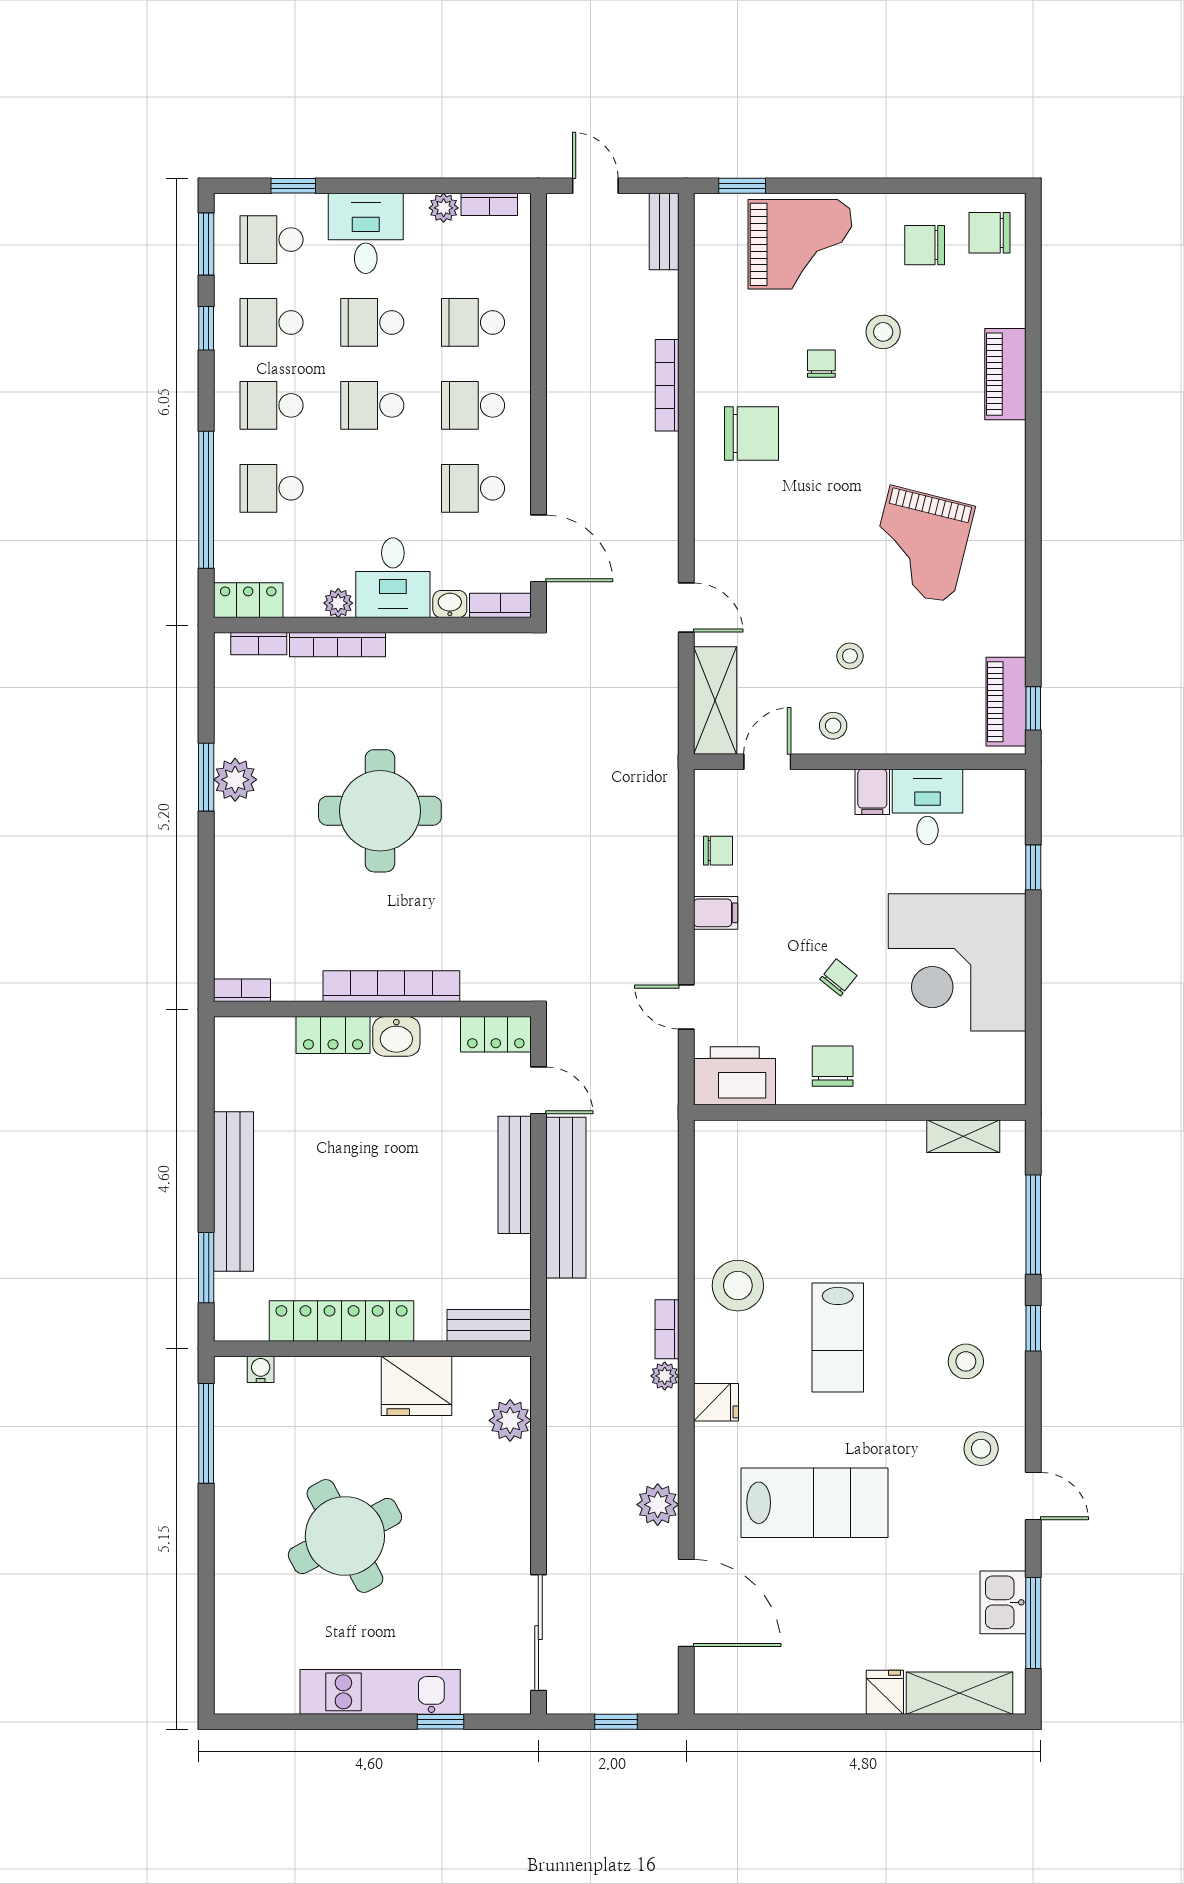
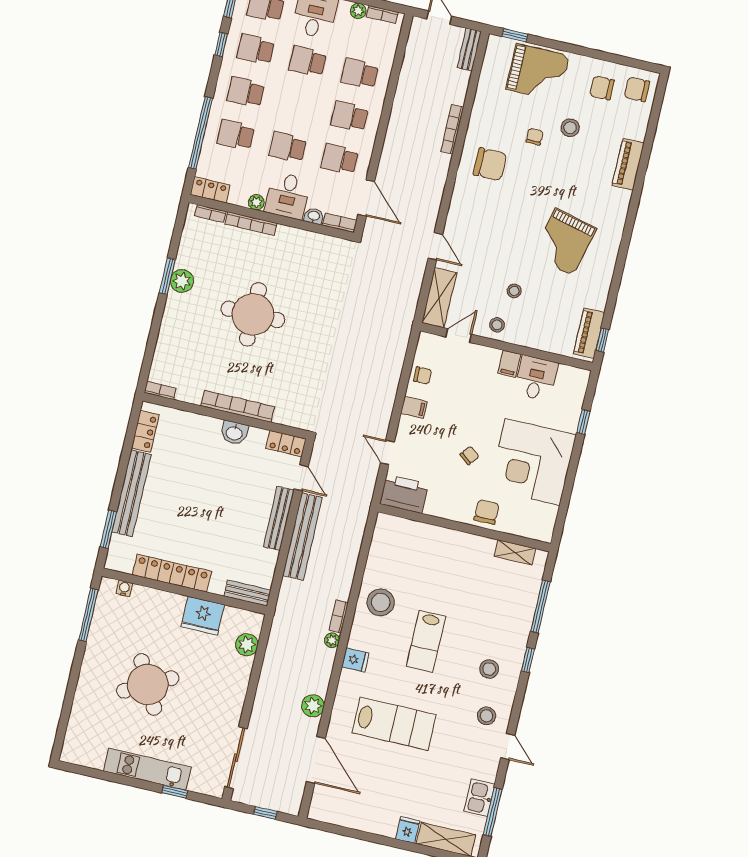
school desk: (372, 405) -> (288, 147), moved
locker: (333, 1035) -> (145, 431), moved, turned -90
chair: (833, 1066) -> (487, 512), moved

